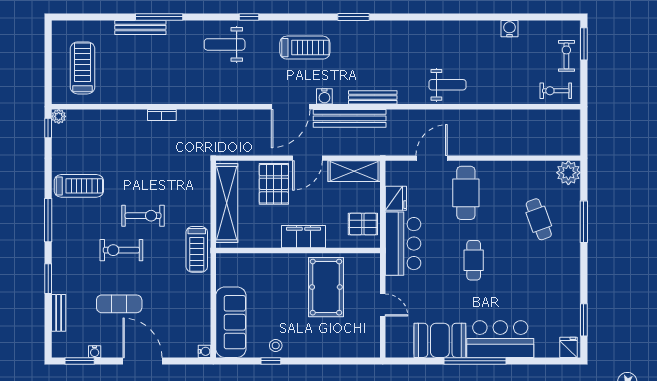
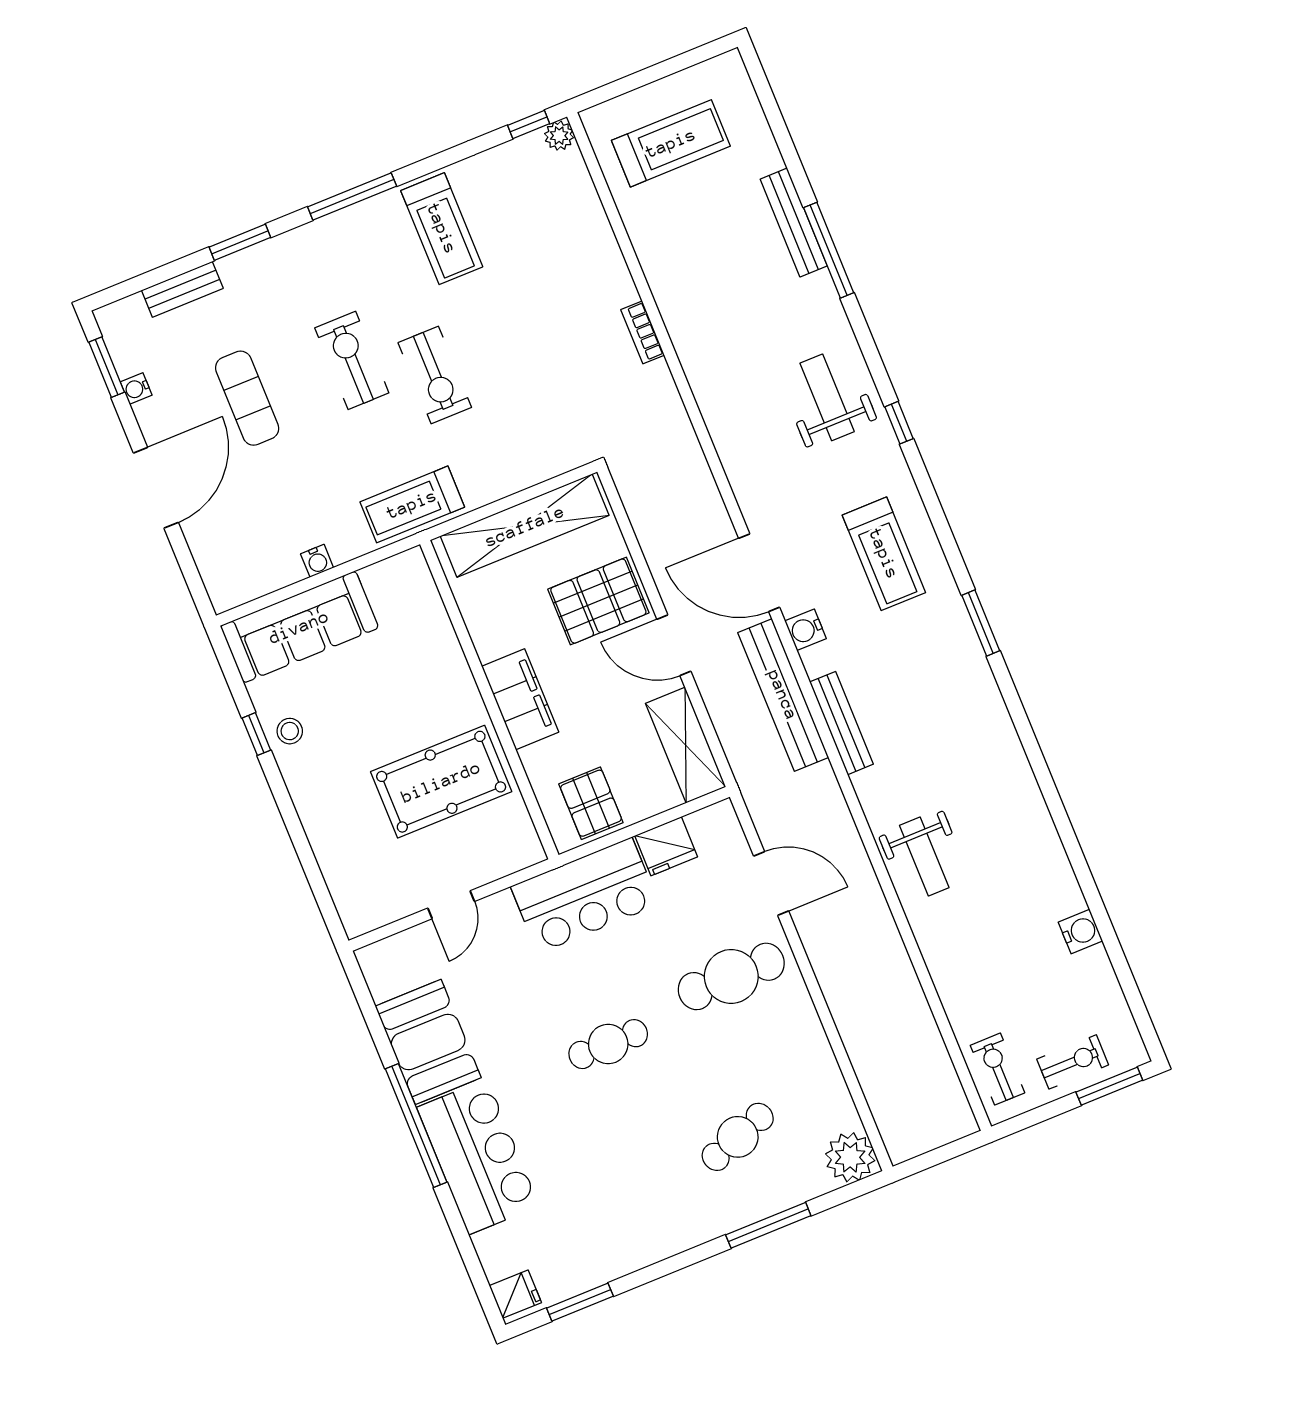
water cooler: (205, 351) -> (317, 561), moved

